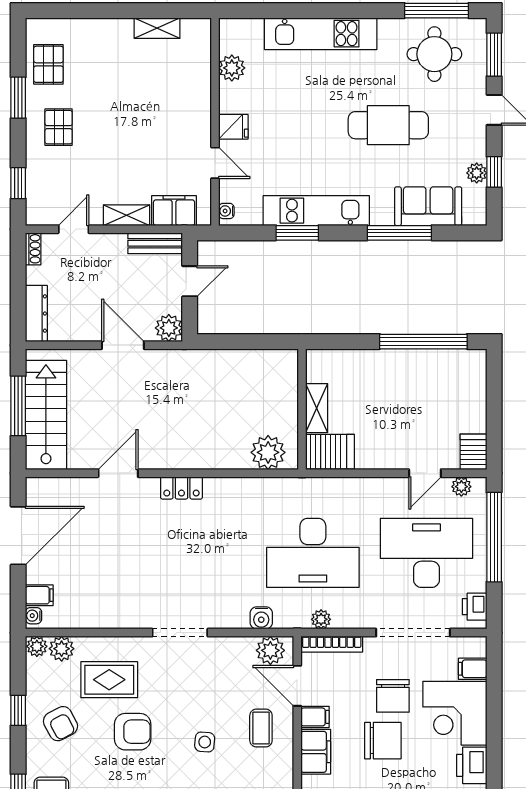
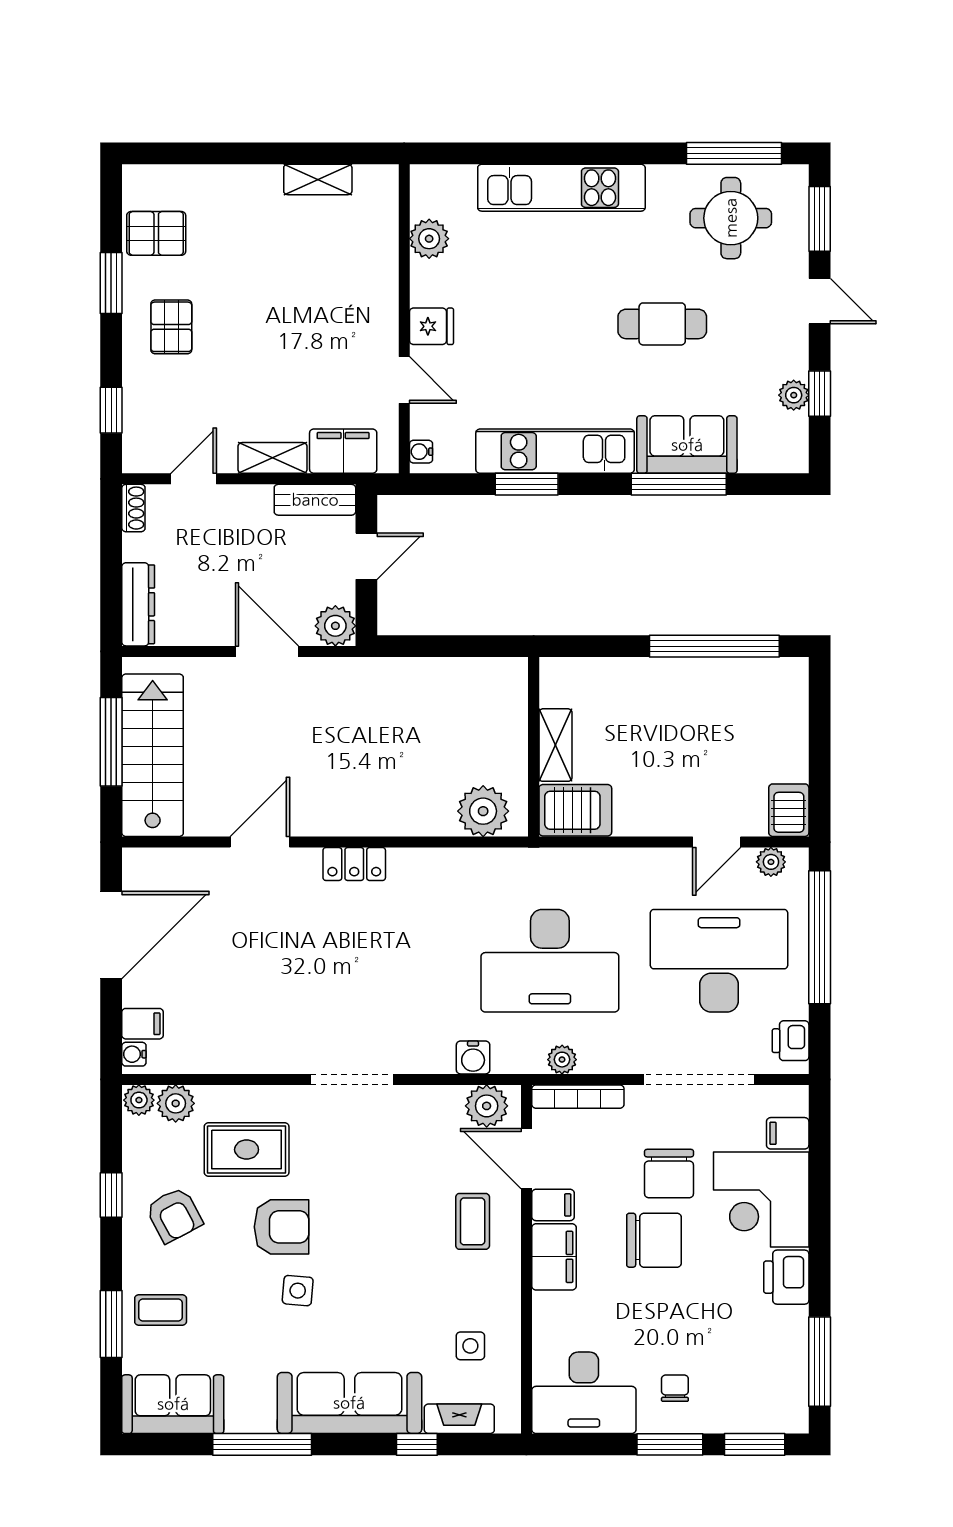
pallet: (48, 64) -> (156, 233), turned 90
cafe table: (388, 125) -> (662, 324), width x0.73, depth x0.74
sofa: (428, 206) -> (687, 445), moved
side table: (205, 742) -> (298, 1291), moved

